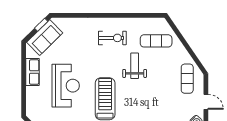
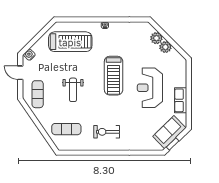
weight bench: (135, 66) -> (73, 90), moved

